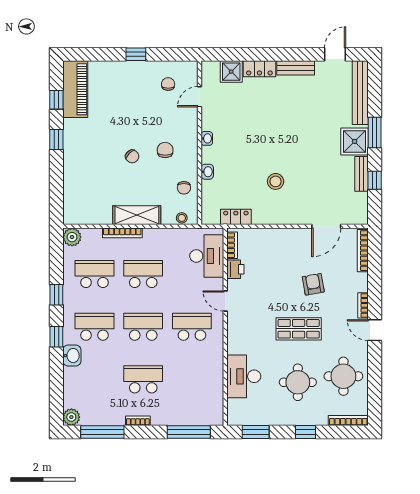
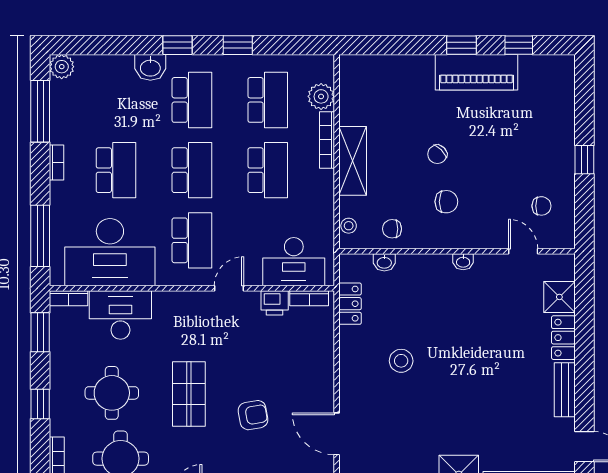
piano: (75, 89) -> (477, 72), moved
washbasin: (207, 172) -> (384, 262), moved
plant: (72, 237) -> (321, 96), moved
desk: (200, 384) -> (110, 252), added
bookcase: (232, 412) -> (69, 298), added

